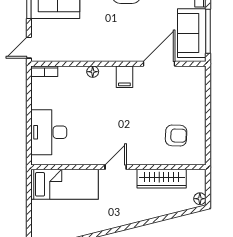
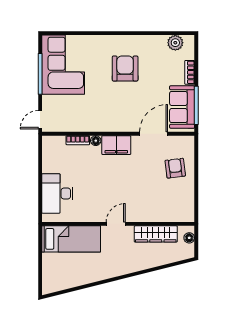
bookcase: (44, 71) -> (78, 140), moved
filing cabinet: (124, 77) -> (116, 145), width x2.00
armchair: (176, 135) -> (175, 168), moved, turned -99
floor lamp: (200, 199) -> (189, 238), moved

